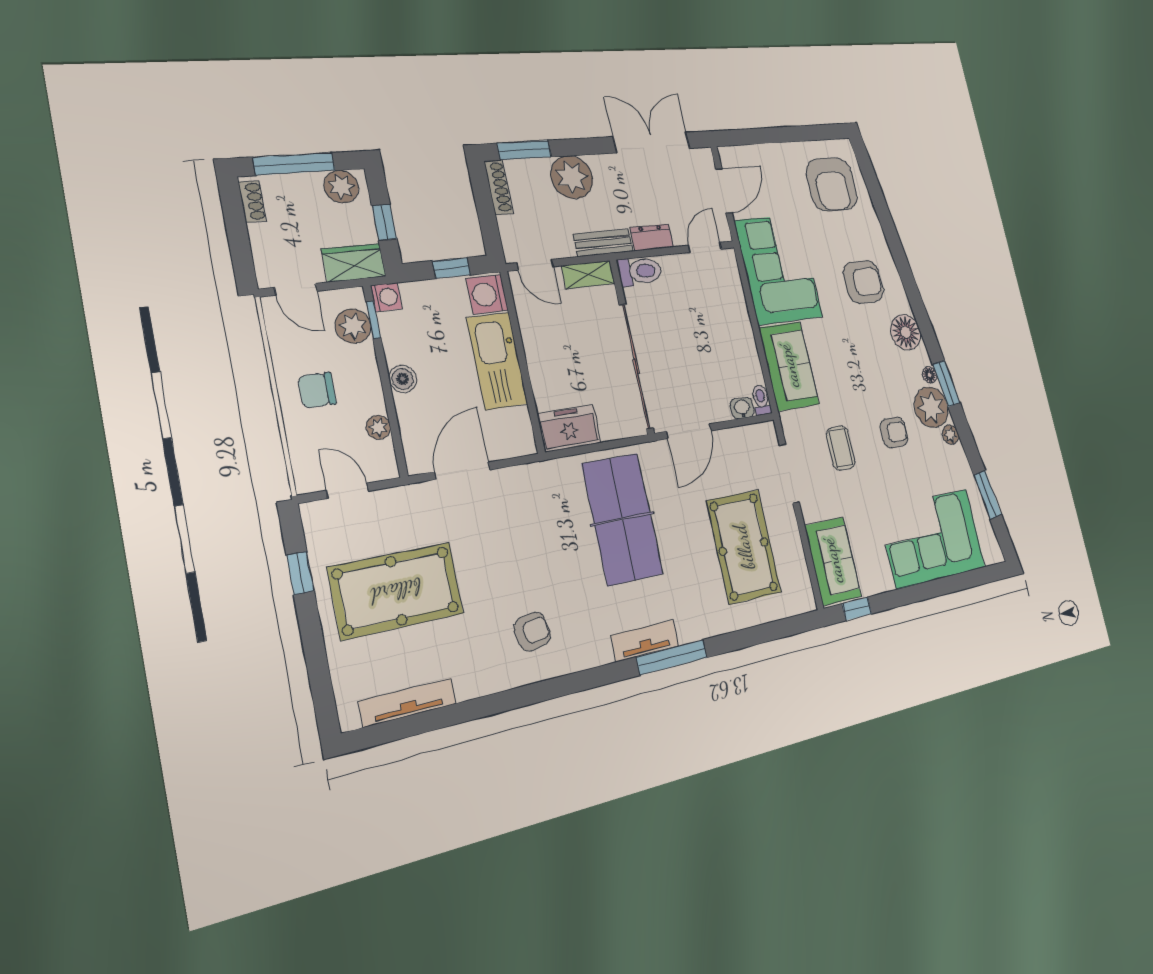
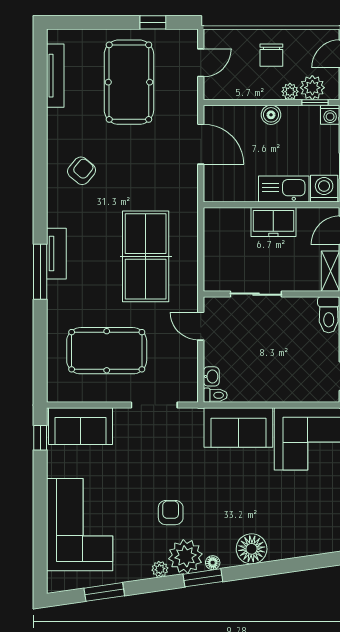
armchair: (863, 282) -> (299, 518), removed
kitchen sink: (497, 361) -> (284, 189), width x0.73, depth x0.81
sliding door: (636, 366) -> (256, 294), width x0.54
chair: (317, 390) -> (271, 55), turned 180
plant: (378, 427) -> (290, 92), moved
freezer: (569, 428) -> (273, 222), moved, turned 90
door: (689, 431) -> (201, 326), width x0.73
armchair: (894, 432) -> (171, 513), turned 180
coffee table: (841, 448) -> (166, 458), removed
table tennis table: (622, 519) -> (146, 256), turned 90
armchair: (532, 632) -> (82, 171), turned -130

